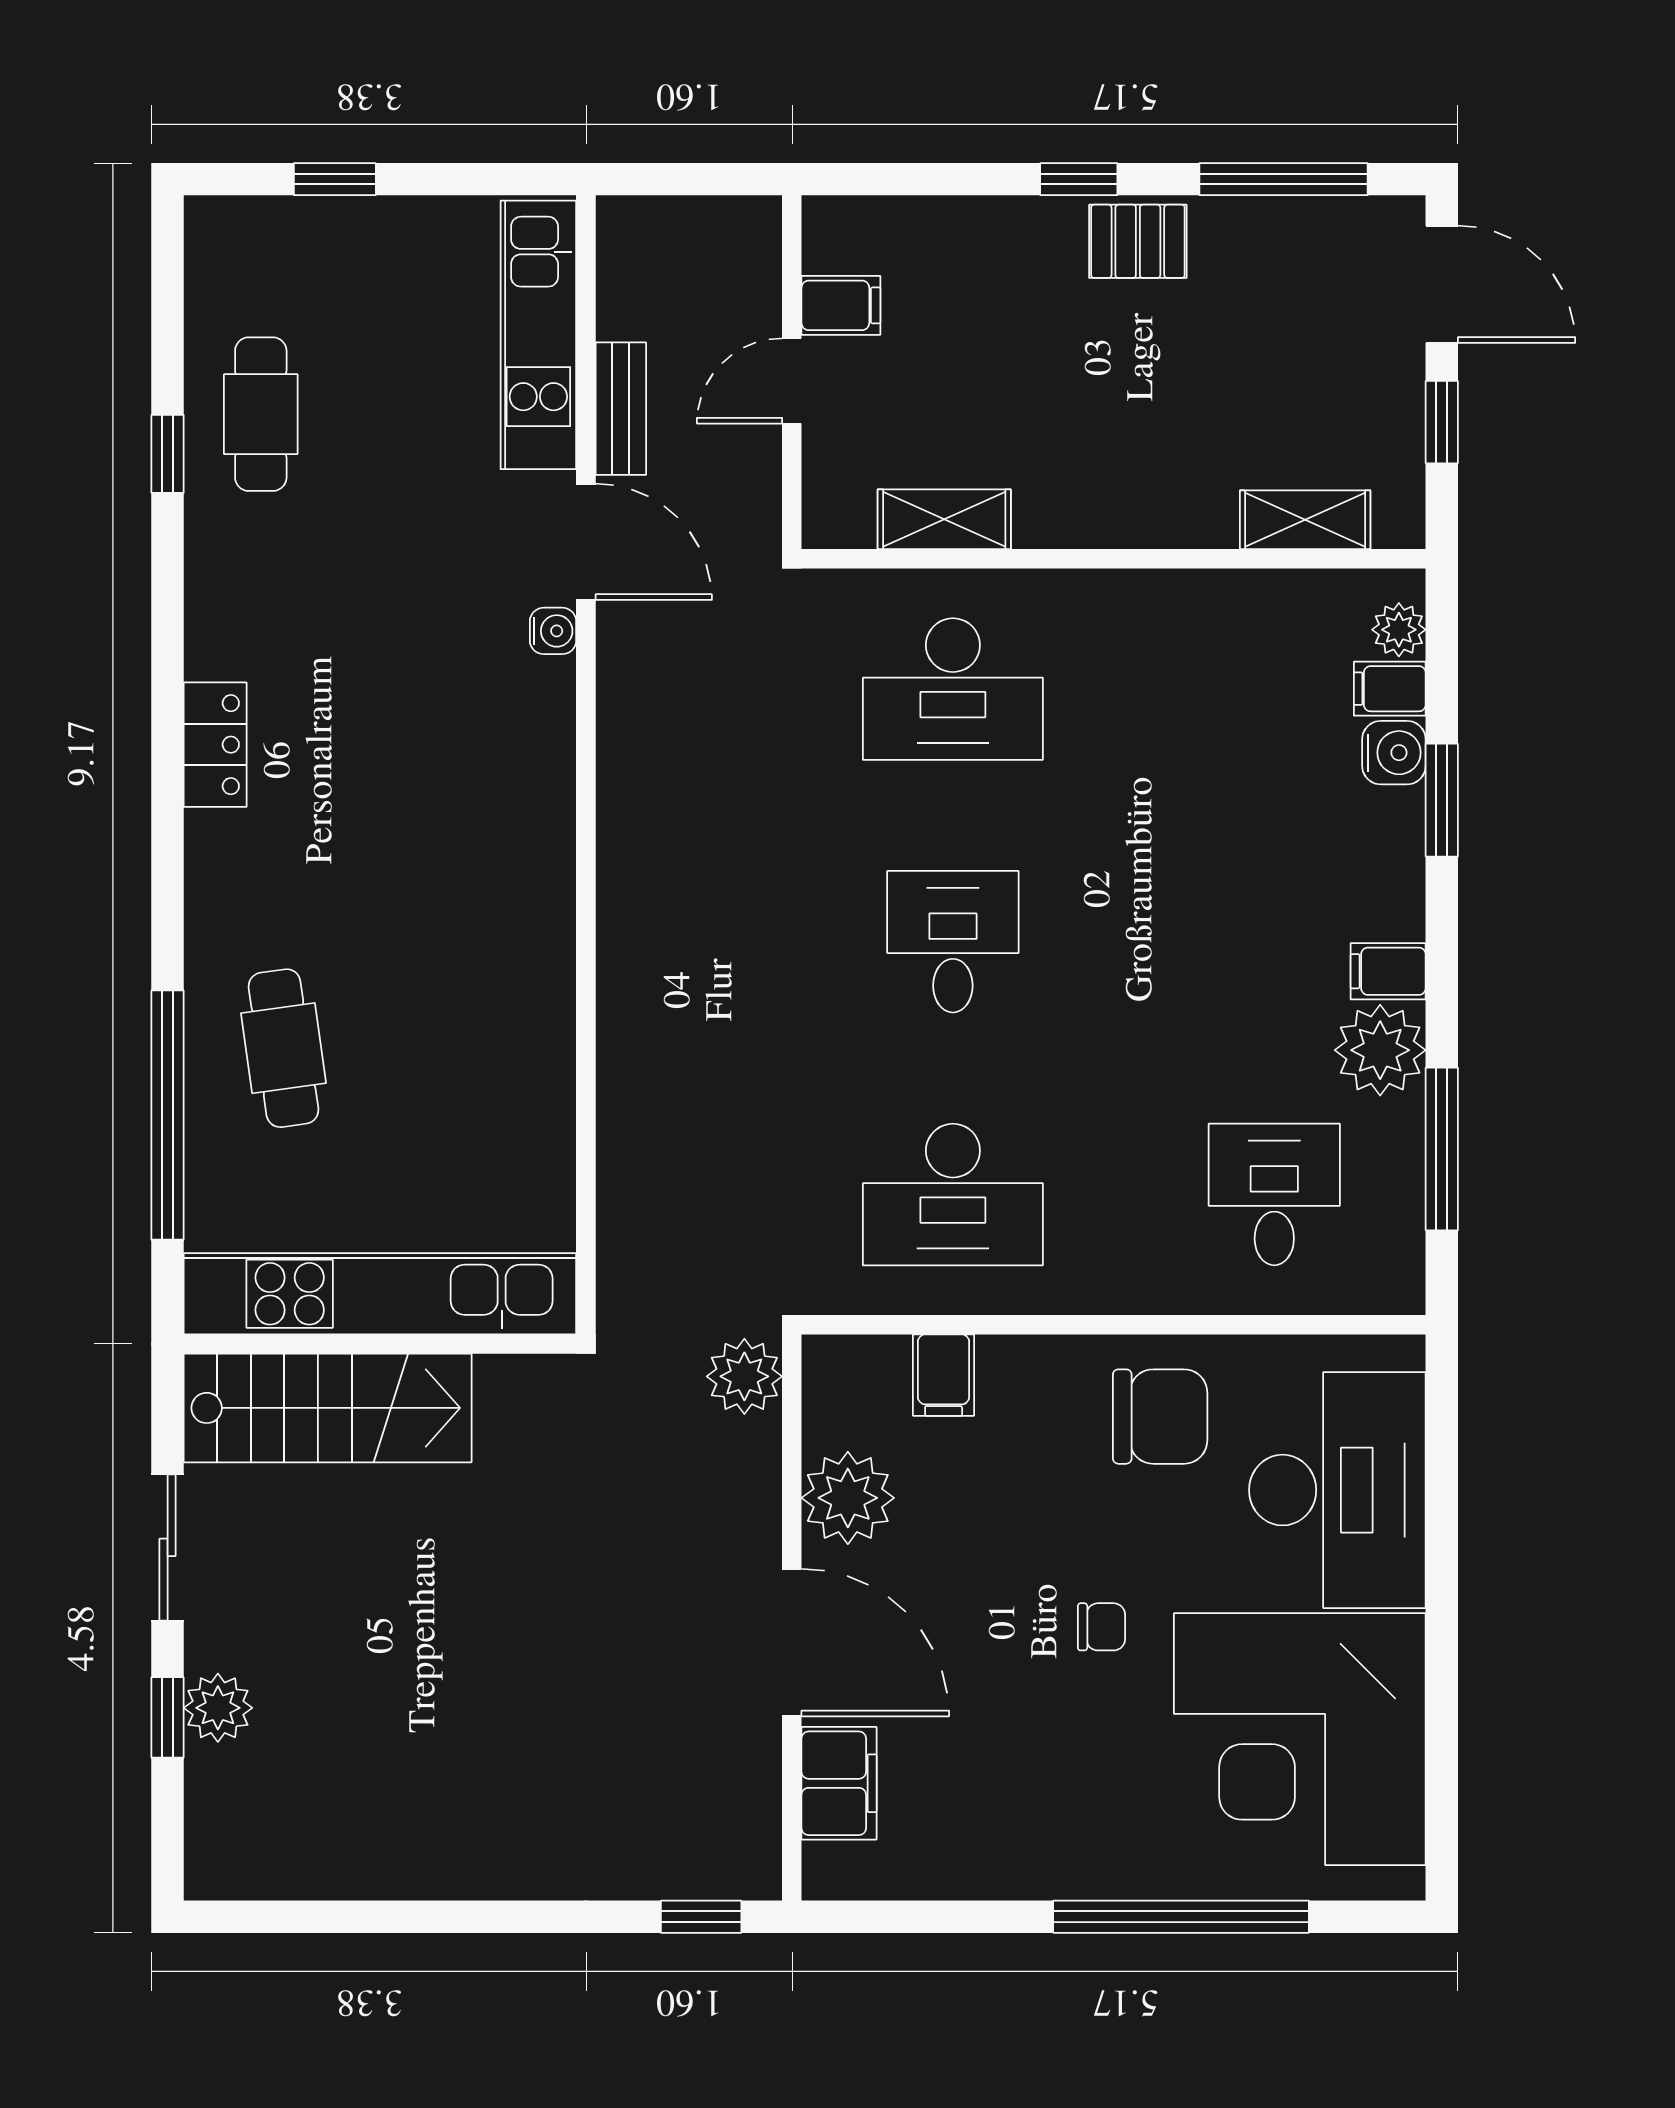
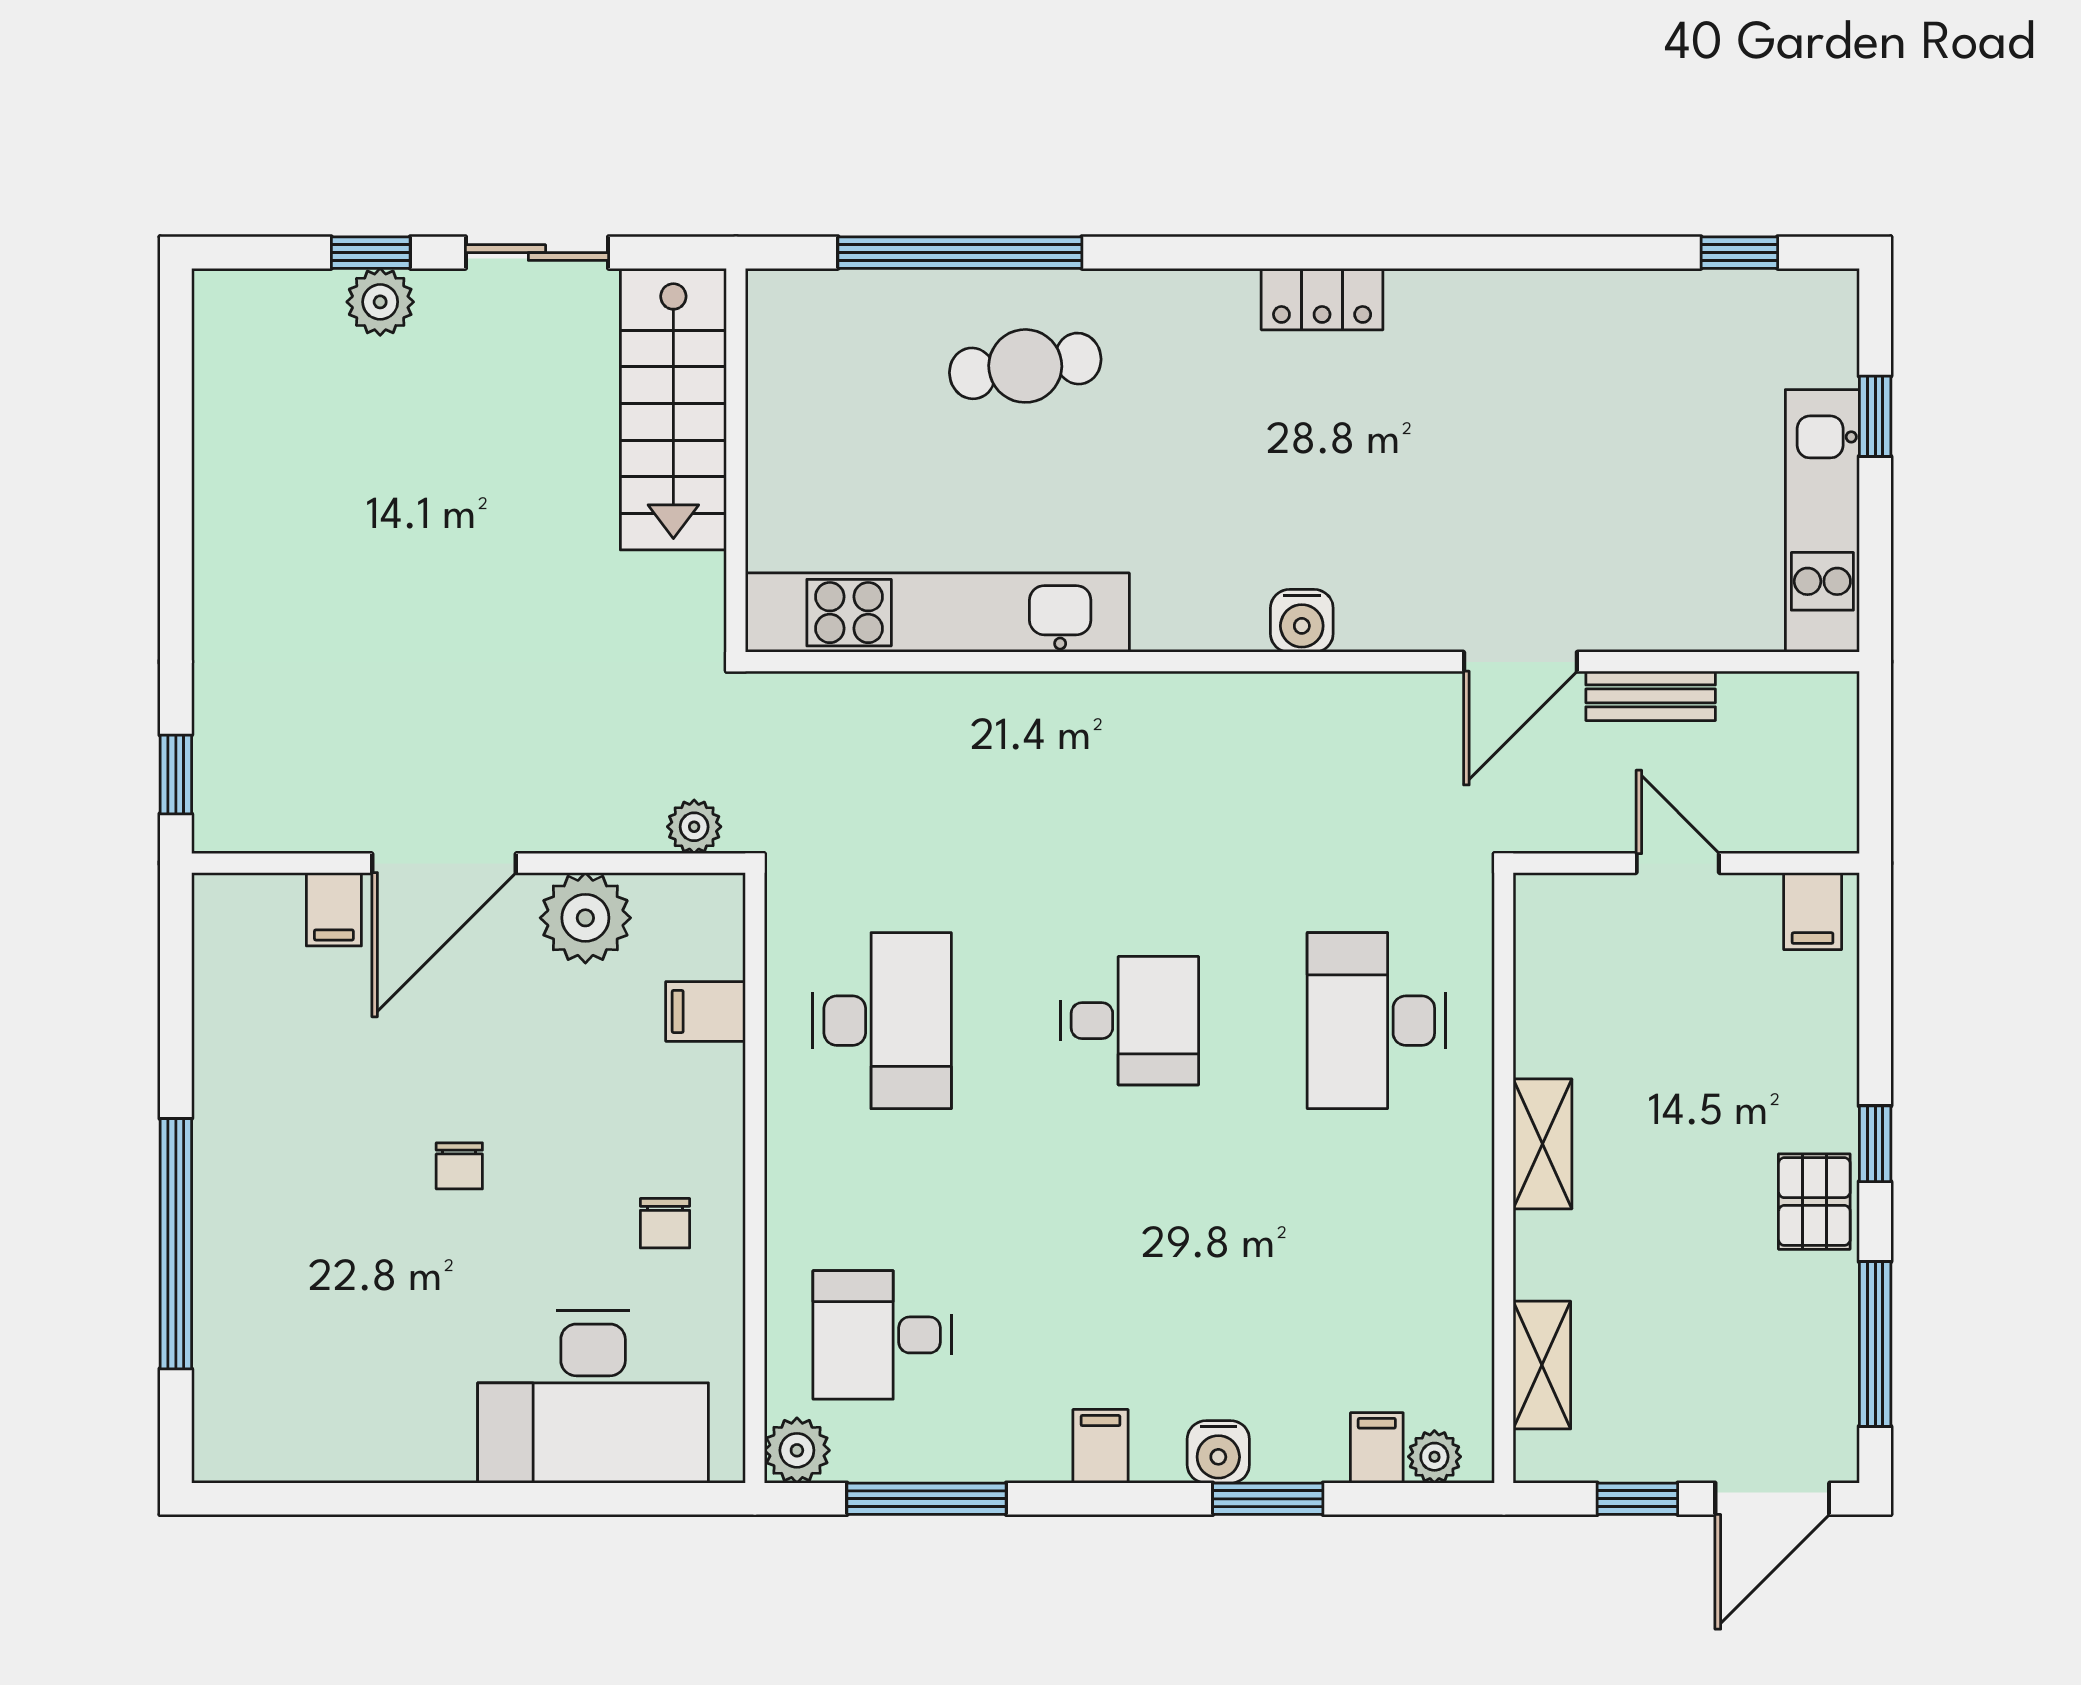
filing cabinet: (841, 305) -> (1813, 911), moved
kitchen unit: (538, 335) -> (1822, 521), moved, turned -90
cafe table: (261, 414) -> (1645, 344), removed
window: (168, 454) -> (1739, 253), moved
shelving: (944, 519) -> (1542, 1144), moved
water cooler: (553, 631) -> (1302, 621), moved, width x1.38, depth x1.38
water cooler: (1394, 753) -> (1218, 1452), moved
plant: (1380, 1050) -> (797, 1450), moved, width x0.73, depth x0.73
desk: (953, 1195) -> (882, 1021), turned 180
desk: (1274, 1195) -> (882, 1335), turned 180
kitchen unit: (380, 1294) -> (937, 613), moved, turned -90
plant: (744, 1376) -> (694, 827), width x0.73, depth x0.73
chair: (1160, 1417) -> (665, 1223), width x0.54, depth x0.54
corner desk: (1300, 1739) -> (350, 1360), removed
filing cabinet: (839, 1783) -> (334, 909), width x0.50

